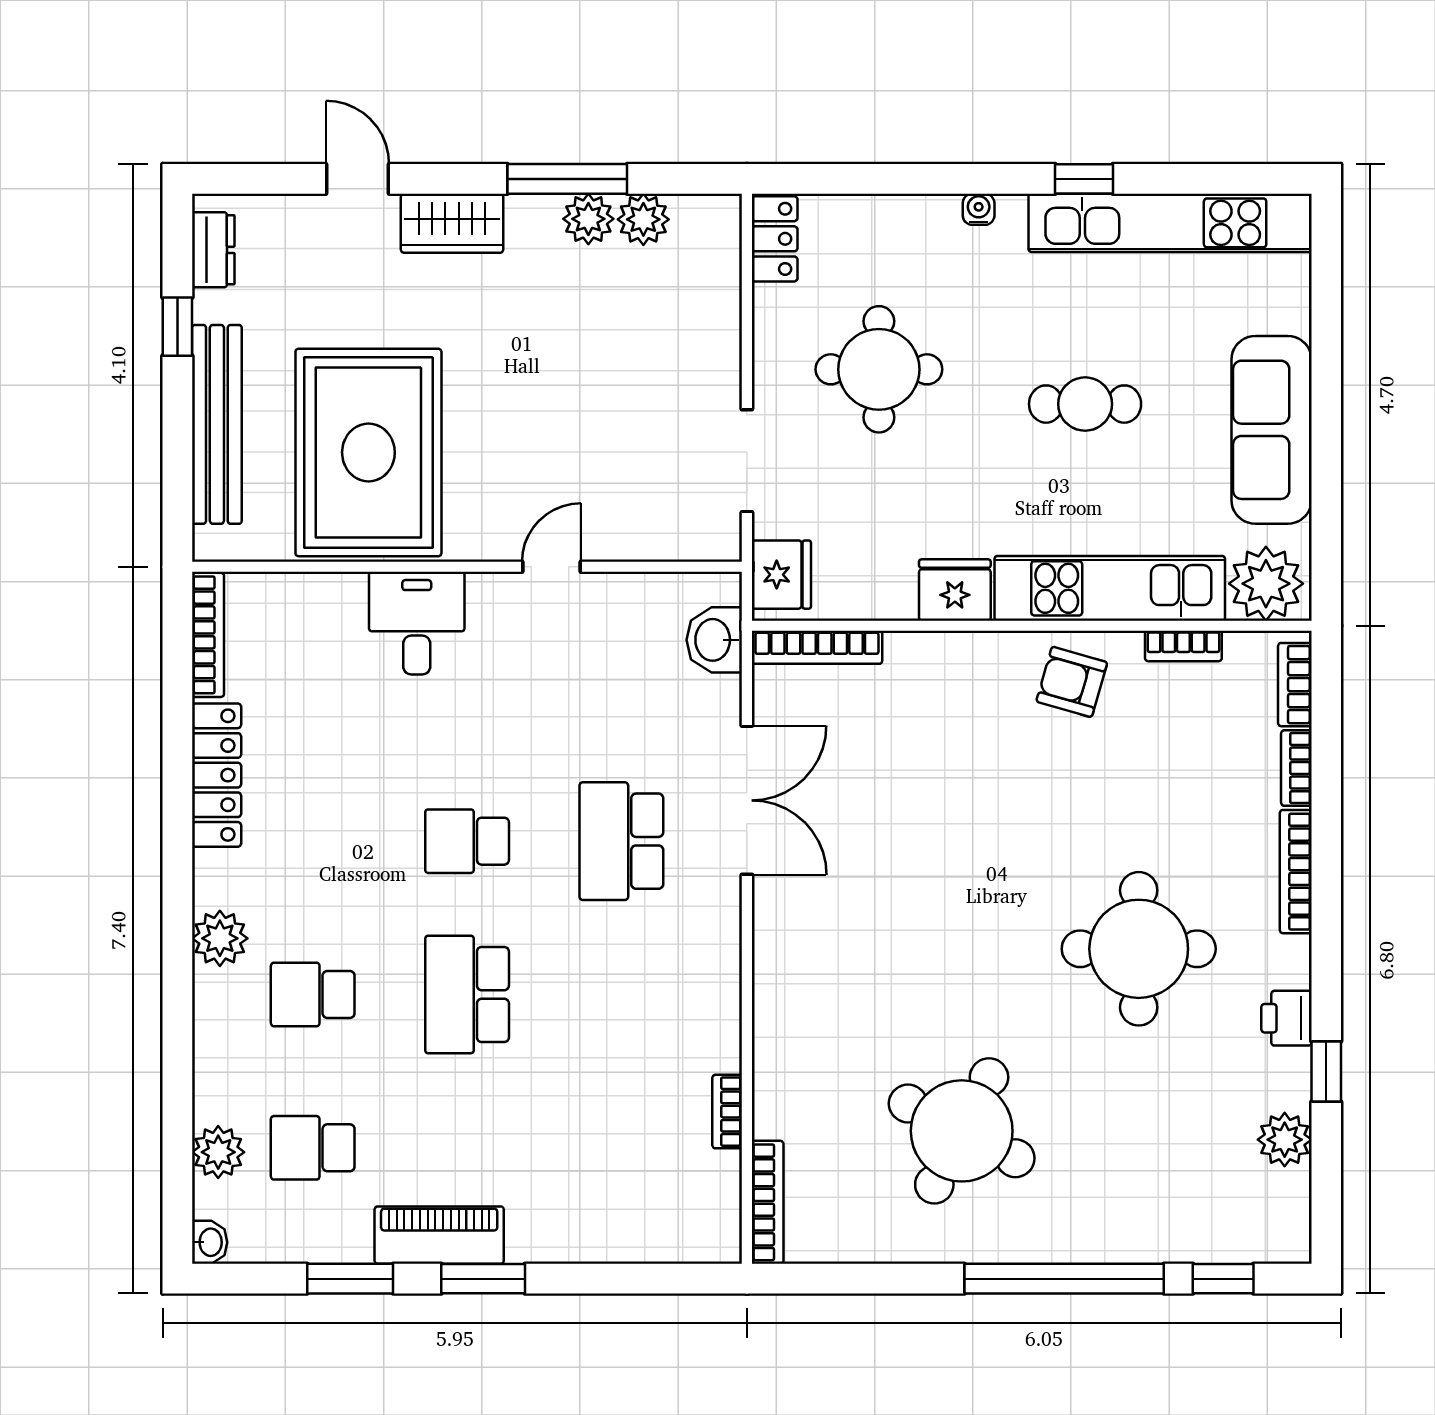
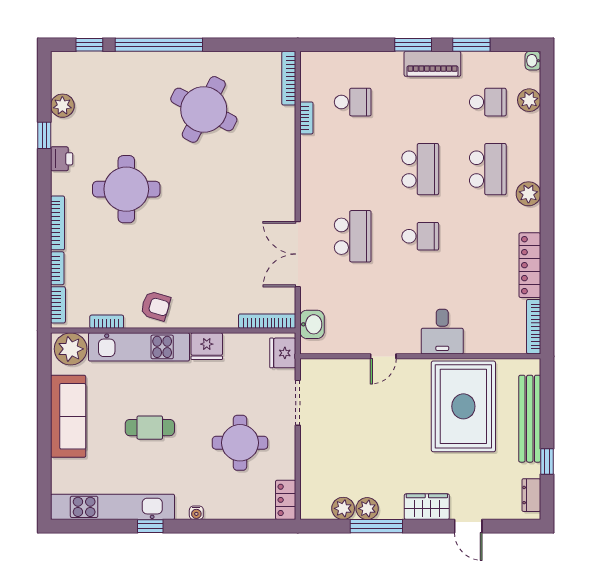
school desk: (313, 994) -> (488, 169), width x1.85
school desk: (621, 1148) -> (353, 102), added

